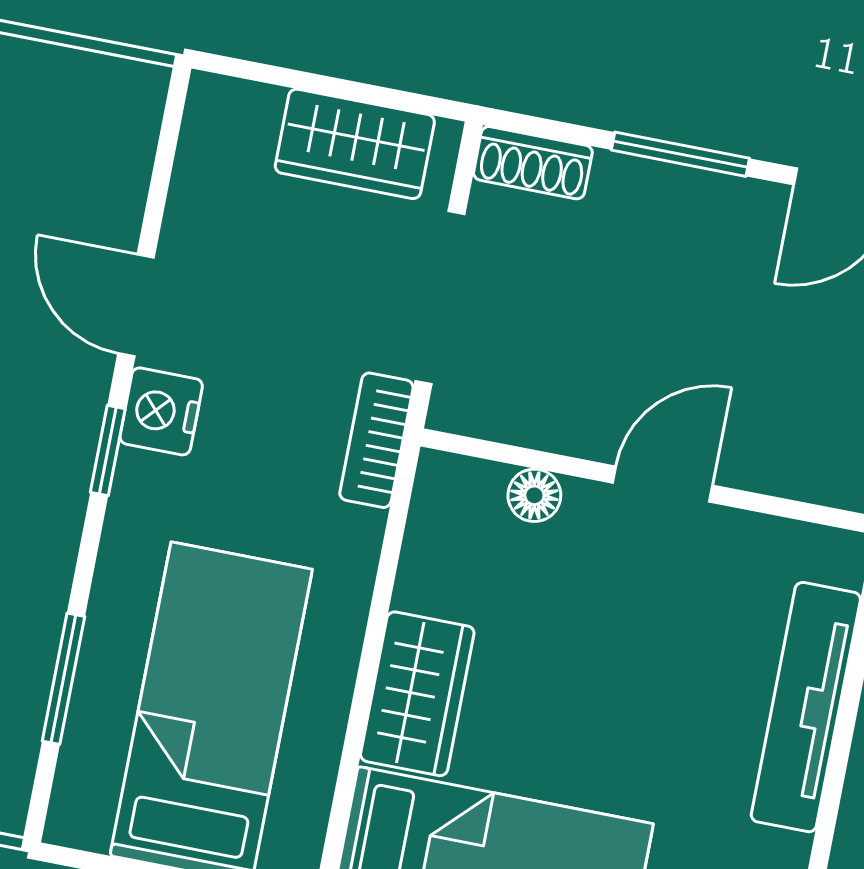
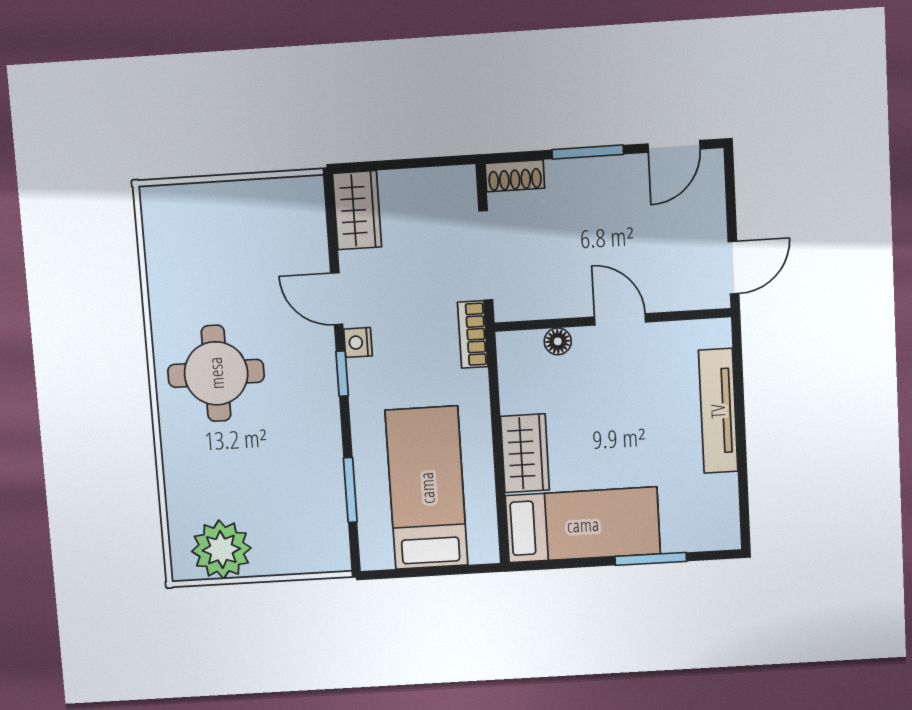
wardrobe: (355, 144) -> (357, 210), moved, turned -90
nightstand: (161, 411) -> (358, 342), width x0.72, depth x0.74
door: (663, 484) -> (620, 319), hinge flipped

